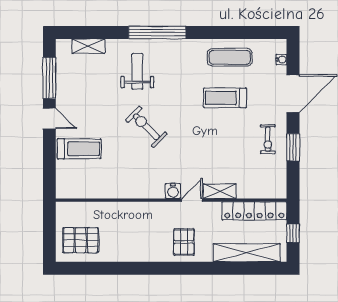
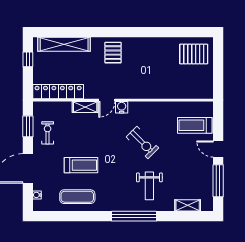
water cooler: (173, 191) -> (122, 107), moved
shelving: (220, 191) -> (85, 107), moved
wall: (171, 200) -> (123, 100), moved
door: (192, 200) -> (107, 100), moved
locker: (254, 211) -> (58, 92), moved

